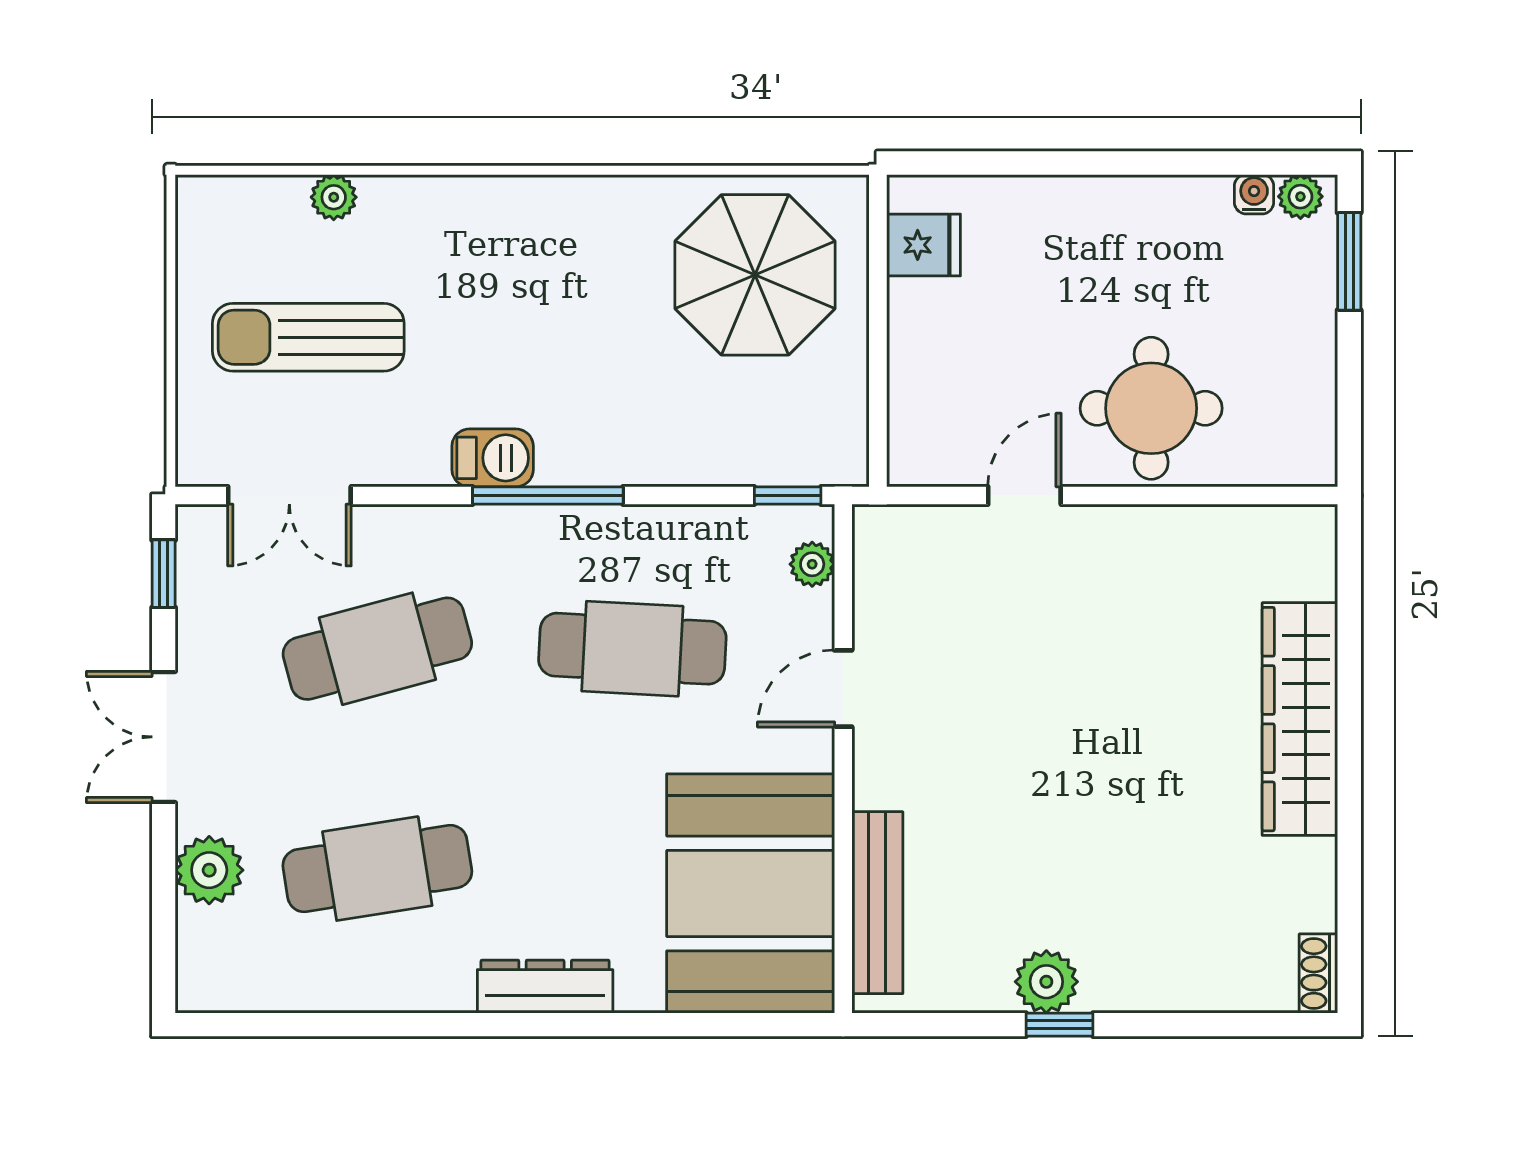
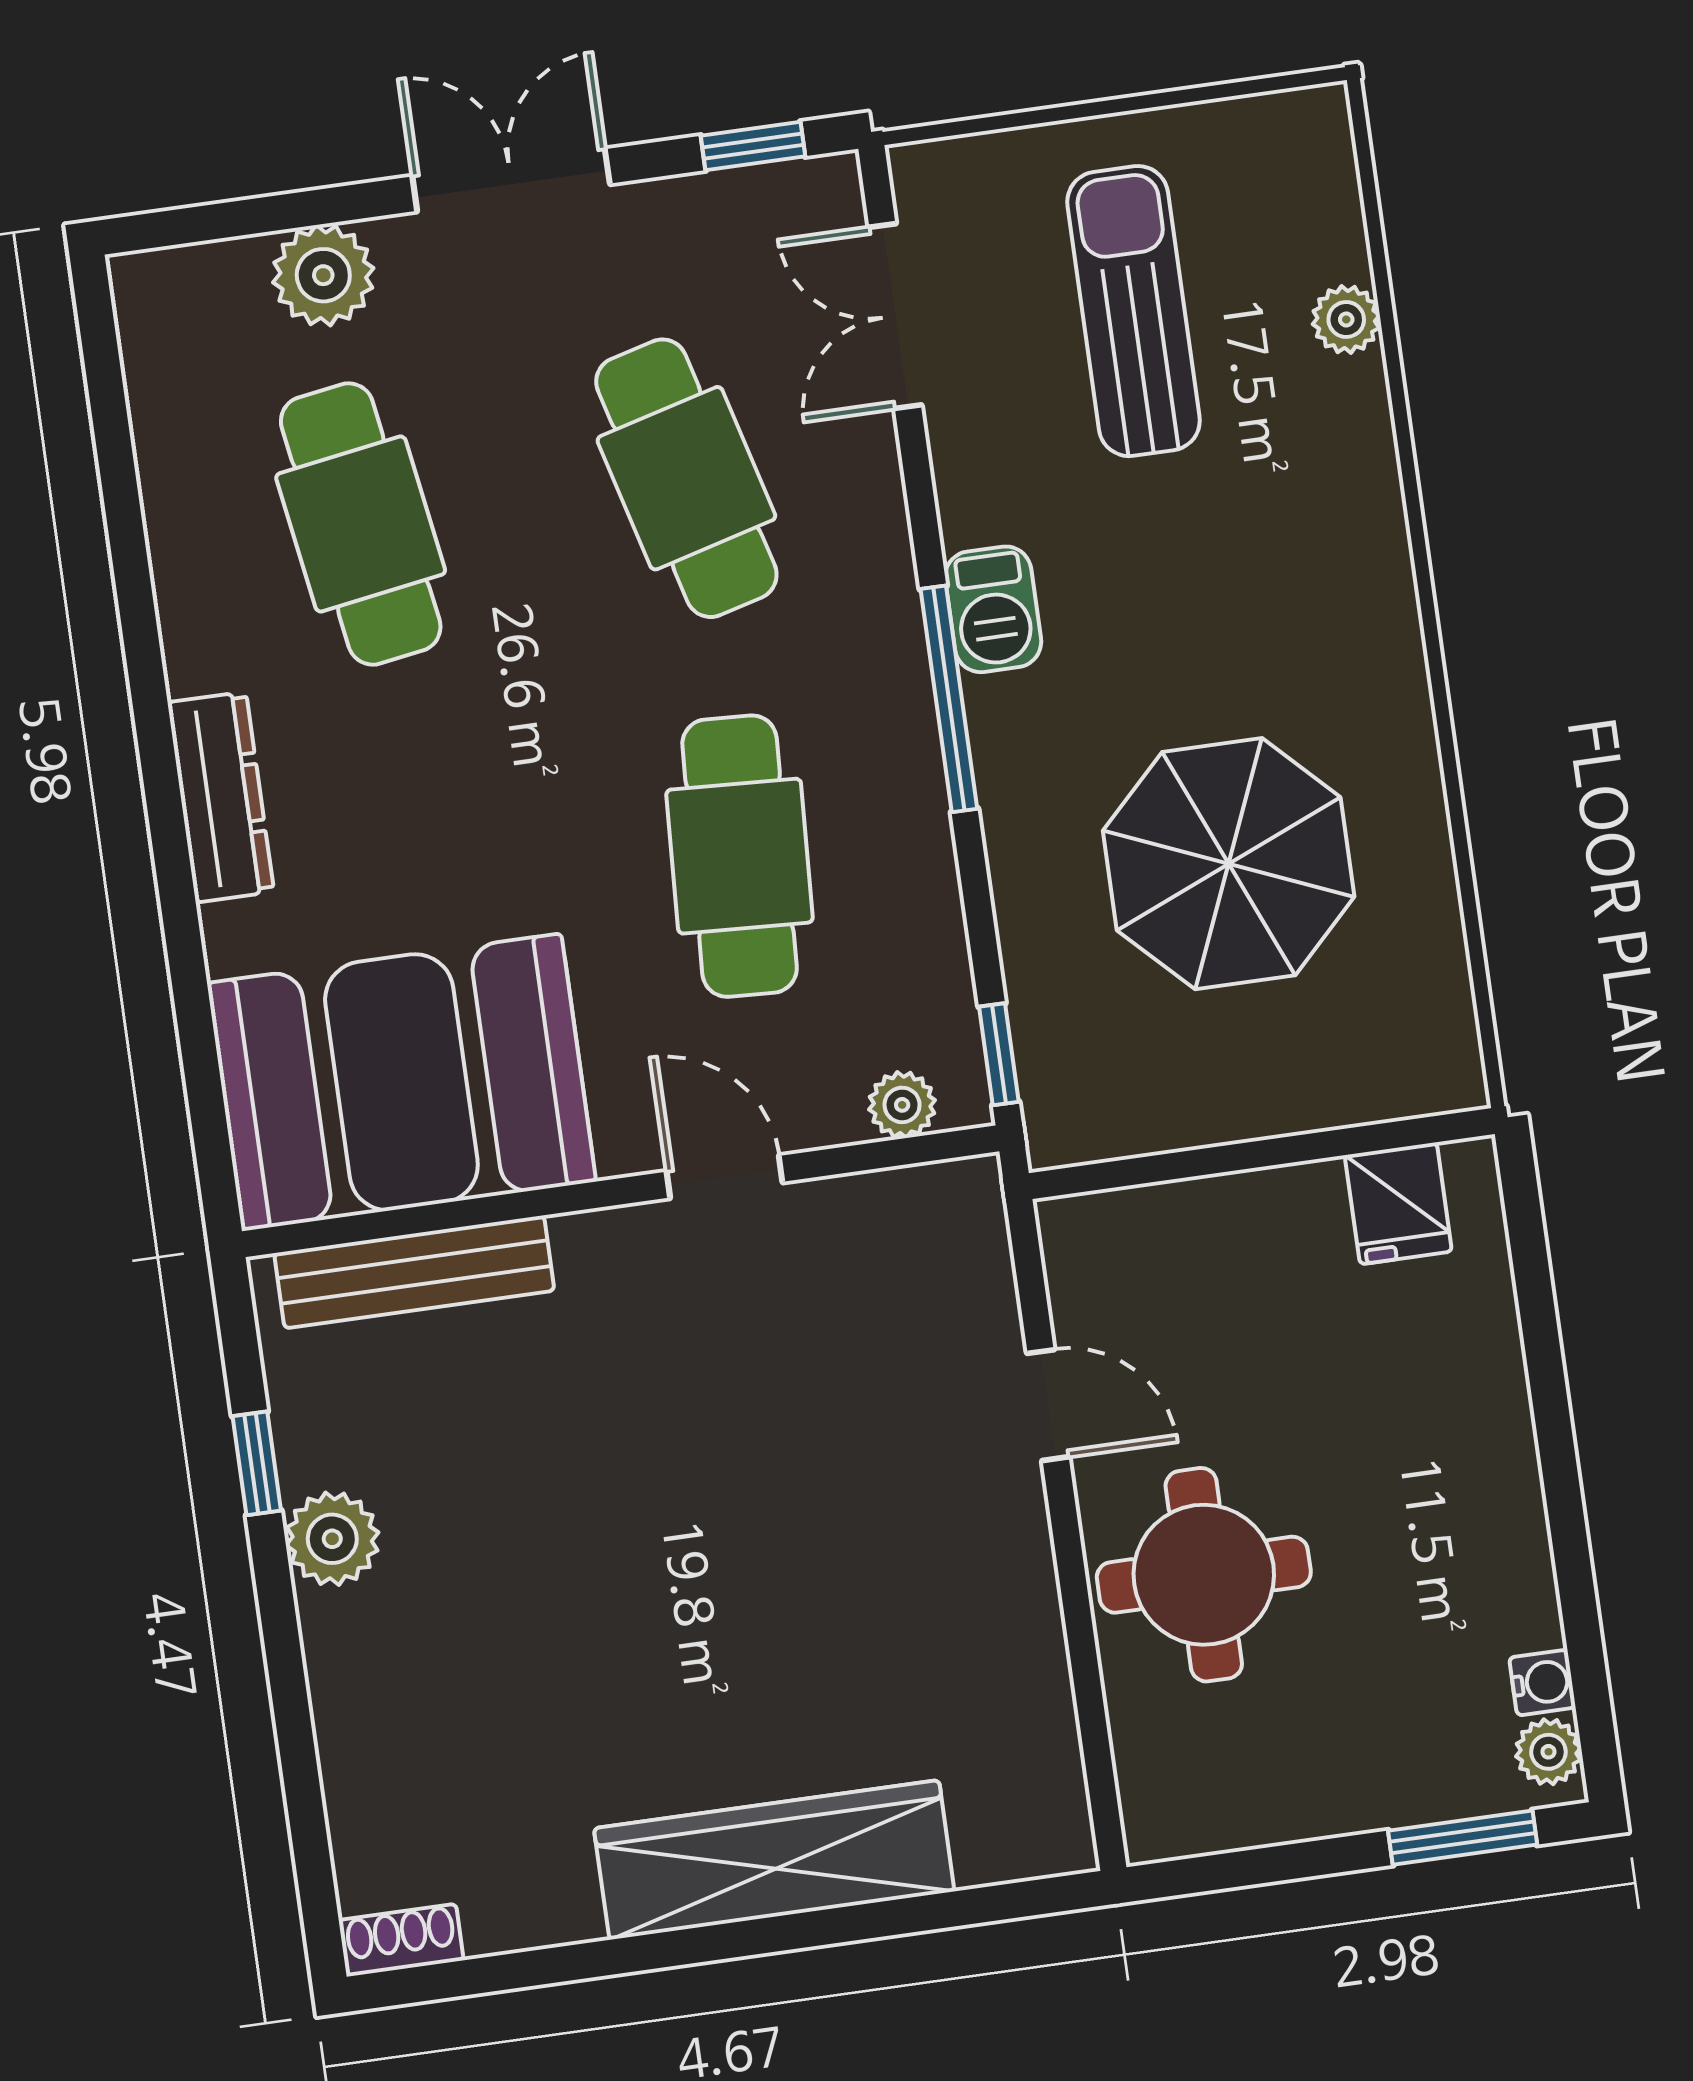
parasol: (755, 275) -> (1229, 864), moved
window: (1059, 1025) -> (257, 1463), moved

